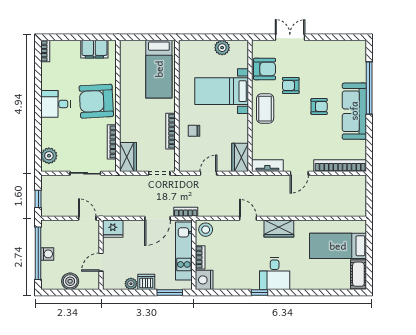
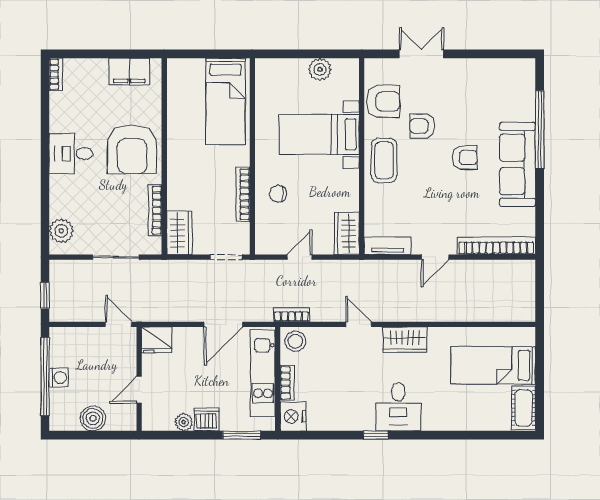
armchair: (96, 101) -> (132, 149), turned -87
bookcase: (186, 212) -> (292, 315), moved

